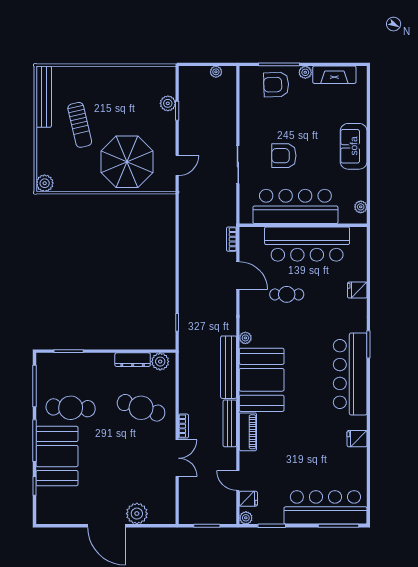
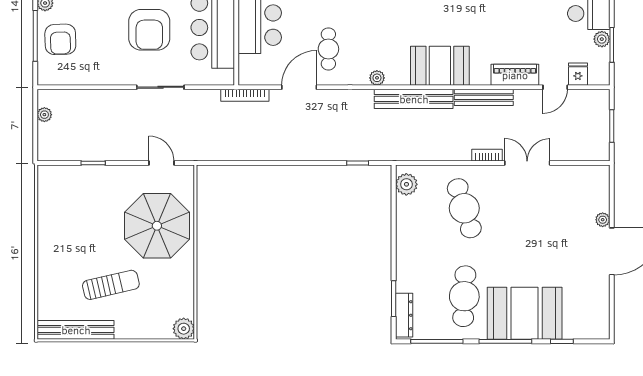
plant: (168, 103) -> (84, 175), removed
armchair: (284, 156) -> (149, 30), width x1.36, depth x1.36
bookcase: (231, 239) -> (245, 95), width x1.56
cafe table: (287, 294) -> (328, 49), moved
dresser: (133, 360) -> (404, 315), moved
booth: (262, 380) -> (440, 66), width x0.73, depth x0.70
cafe table: (141, 408) -> (464, 208), turned -36
piano: (248, 432) -> (515, 75), moved
plant: (137, 514) -> (603, 220), width x0.53, depth x0.53
plant: (246, 518) -> (602, 39), moved

